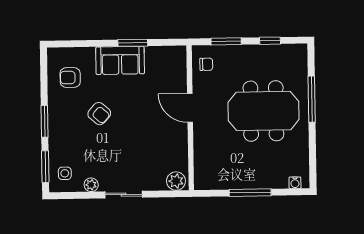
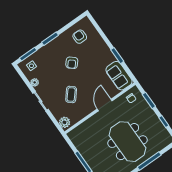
sofa: (120, 60) -> (119, 76), moved
coffee table: (143, 145) -> (71, 94), added

